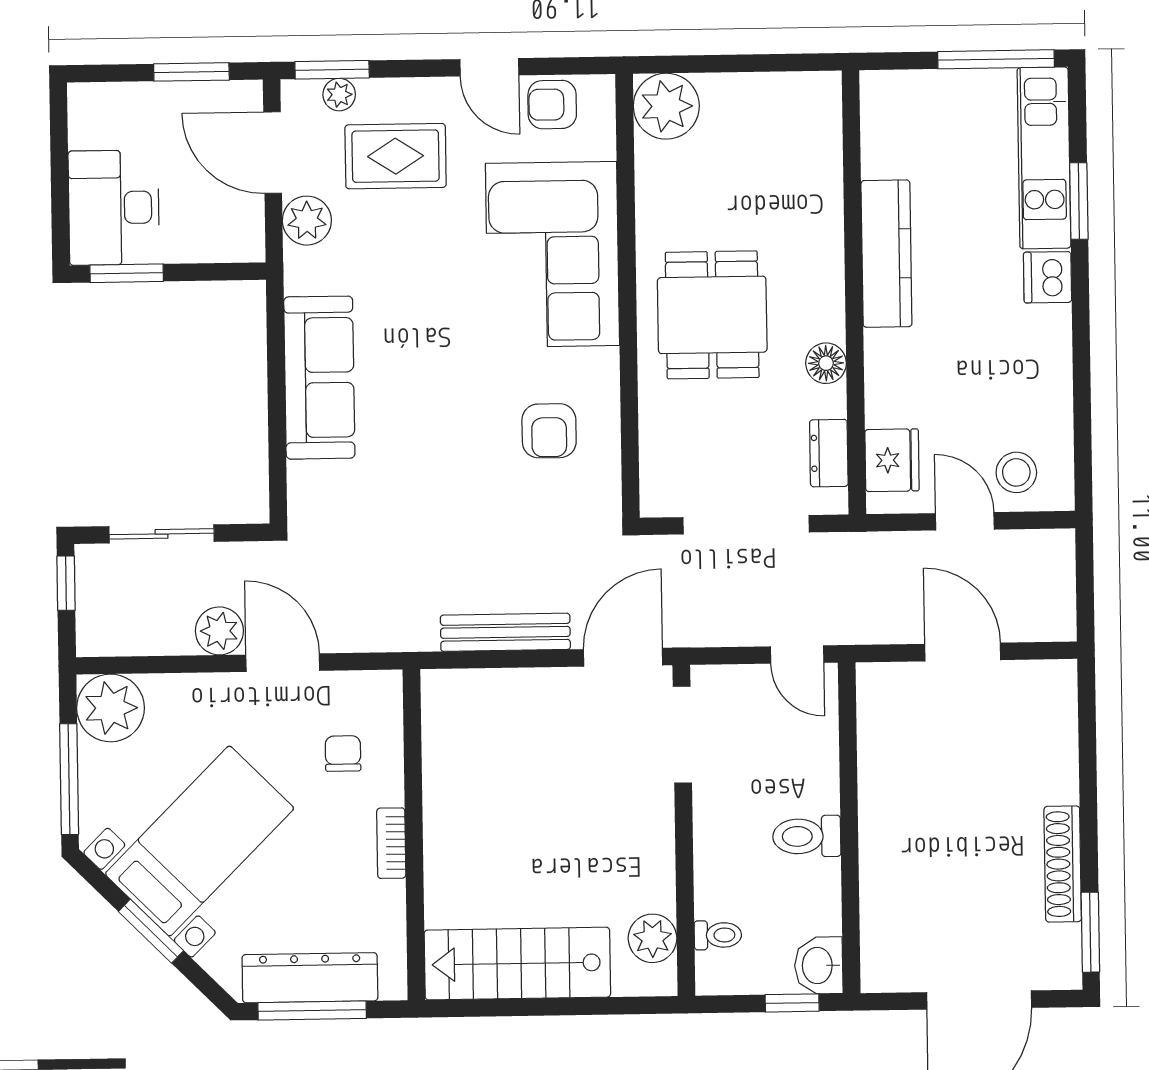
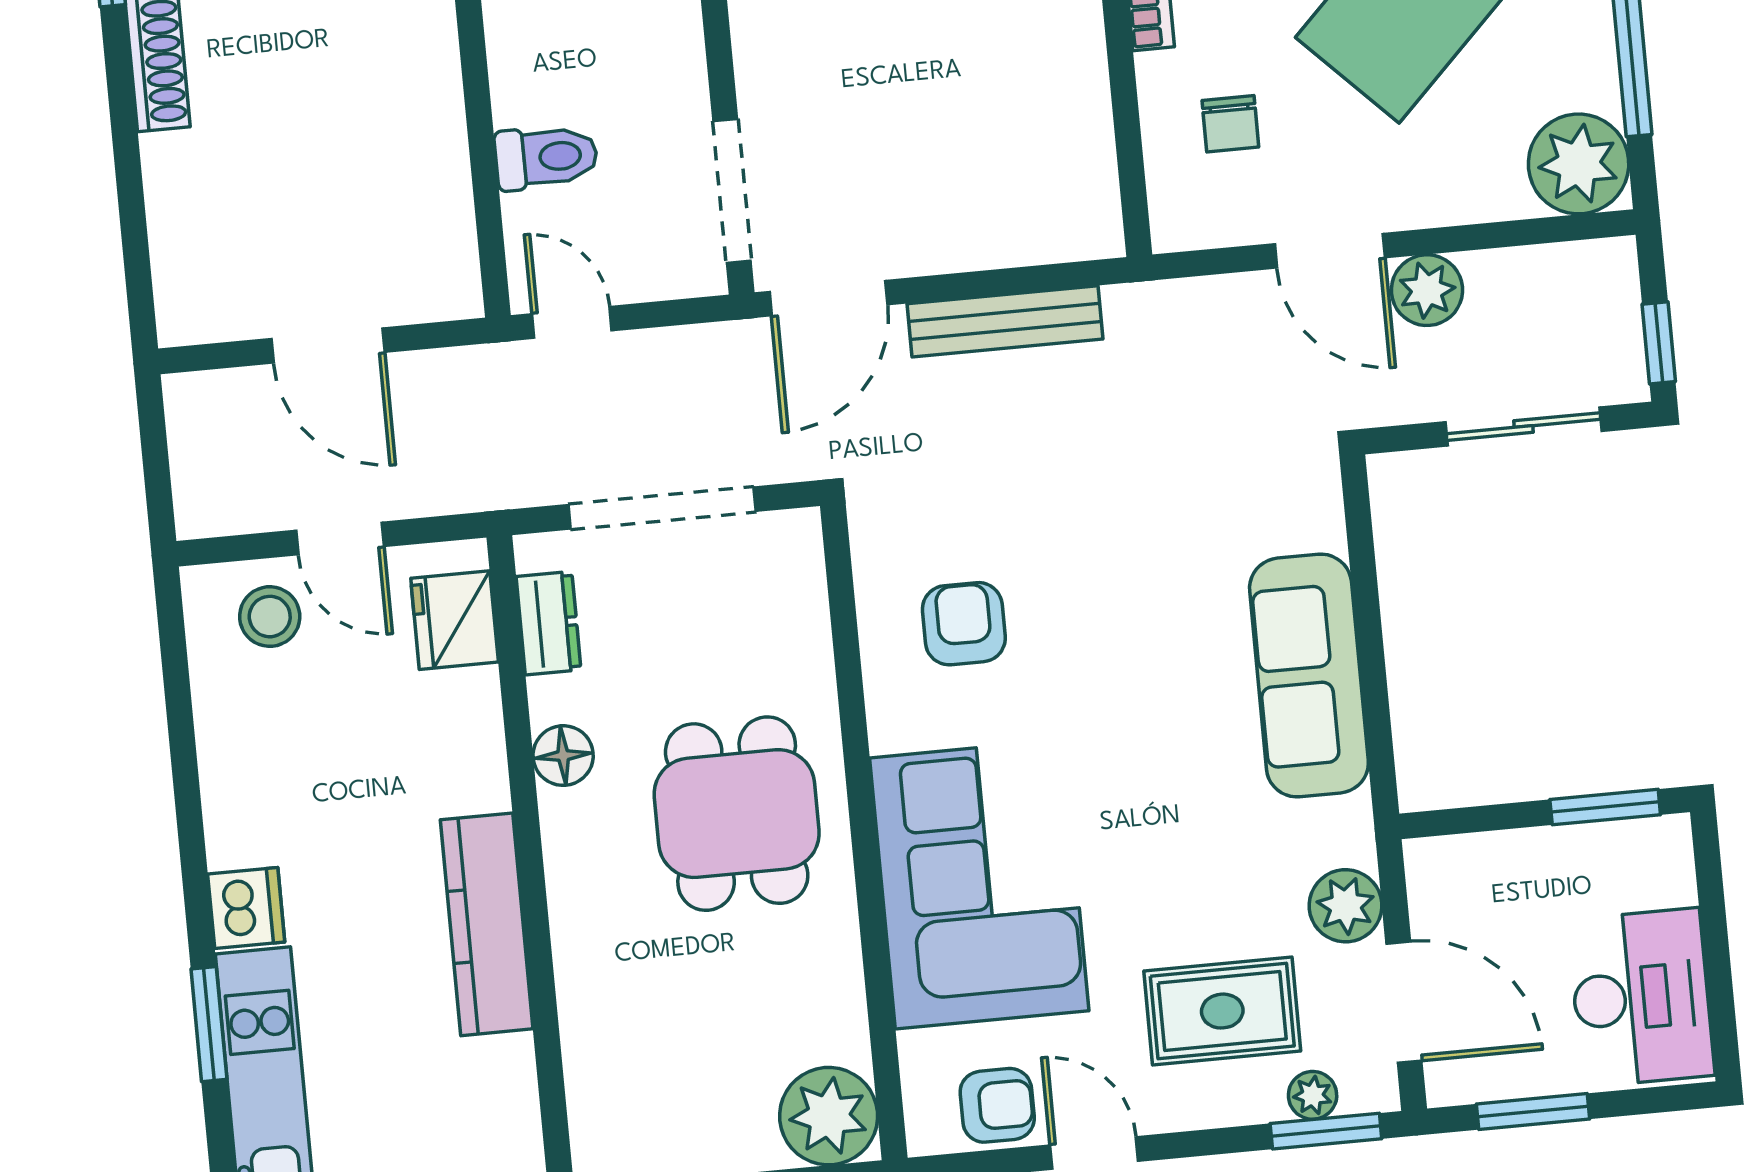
desk: (114, 208) -> (1641, 997), moved
toilet: (807, 836) -> (546, 157), moved

